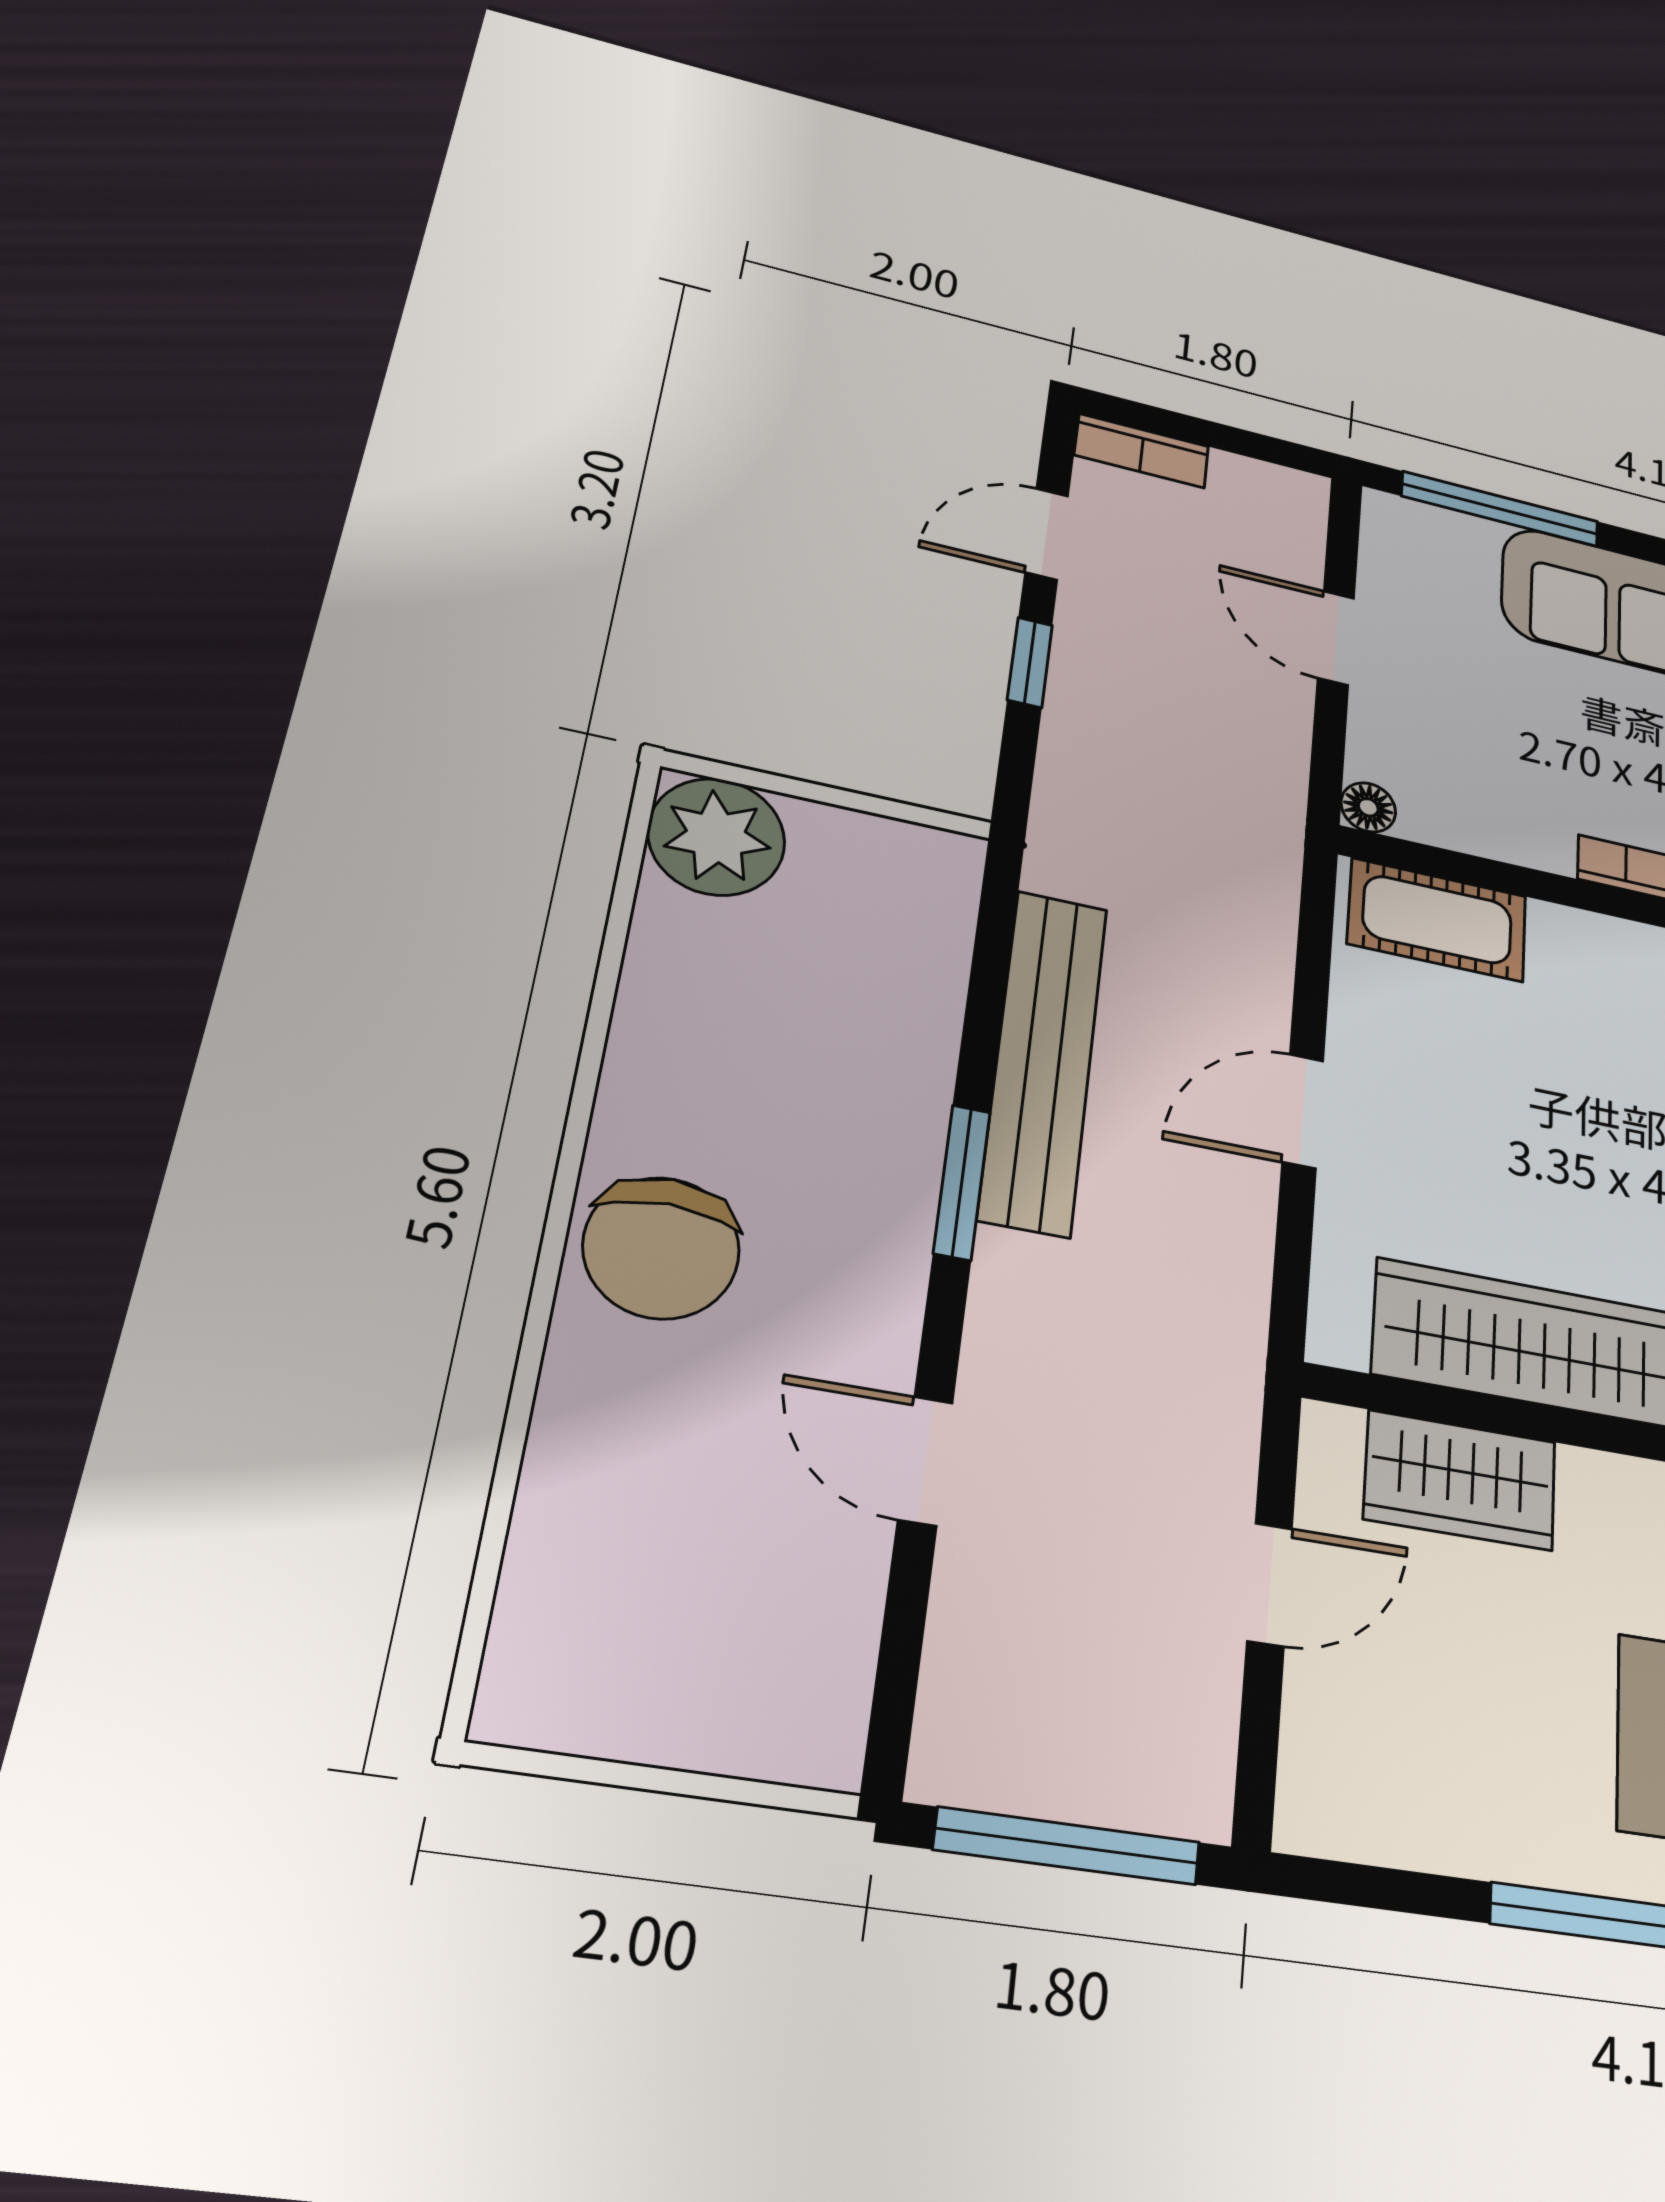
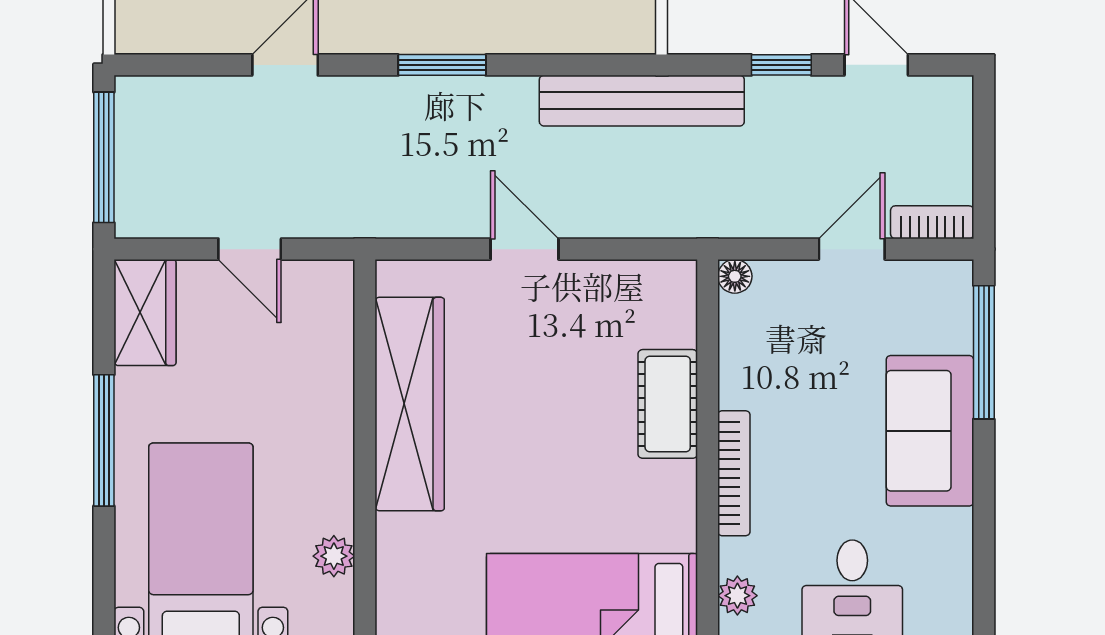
bookcase: (1142, 451) -> (932, 222), moved, turned 90
cot: (1437, 920) -> (668, 404), moved
bench: (1044, 1060) -> (642, 101), moved
wardrobe: (1460, 1480) -> (145, 313), moved, turned 180

